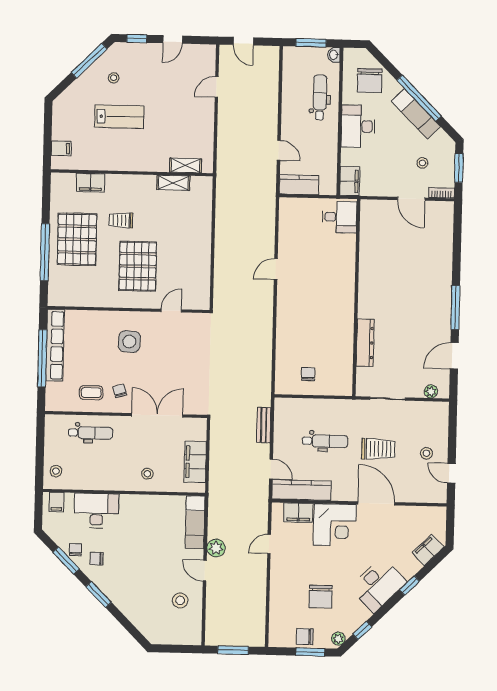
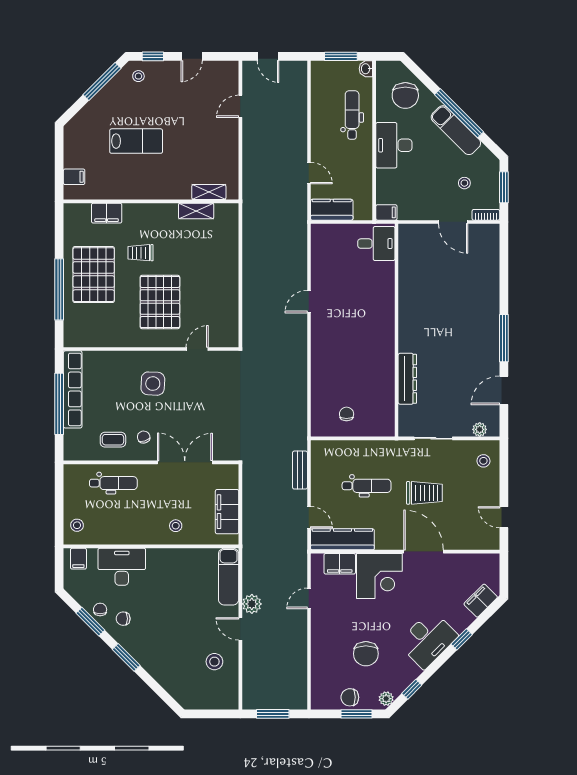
stool: (114, 78) -> (138, 76), moved
filing cabinet: (350, 181) -> (386, 212), width x0.50
stool: (426, 453) -> (483, 461), moved

